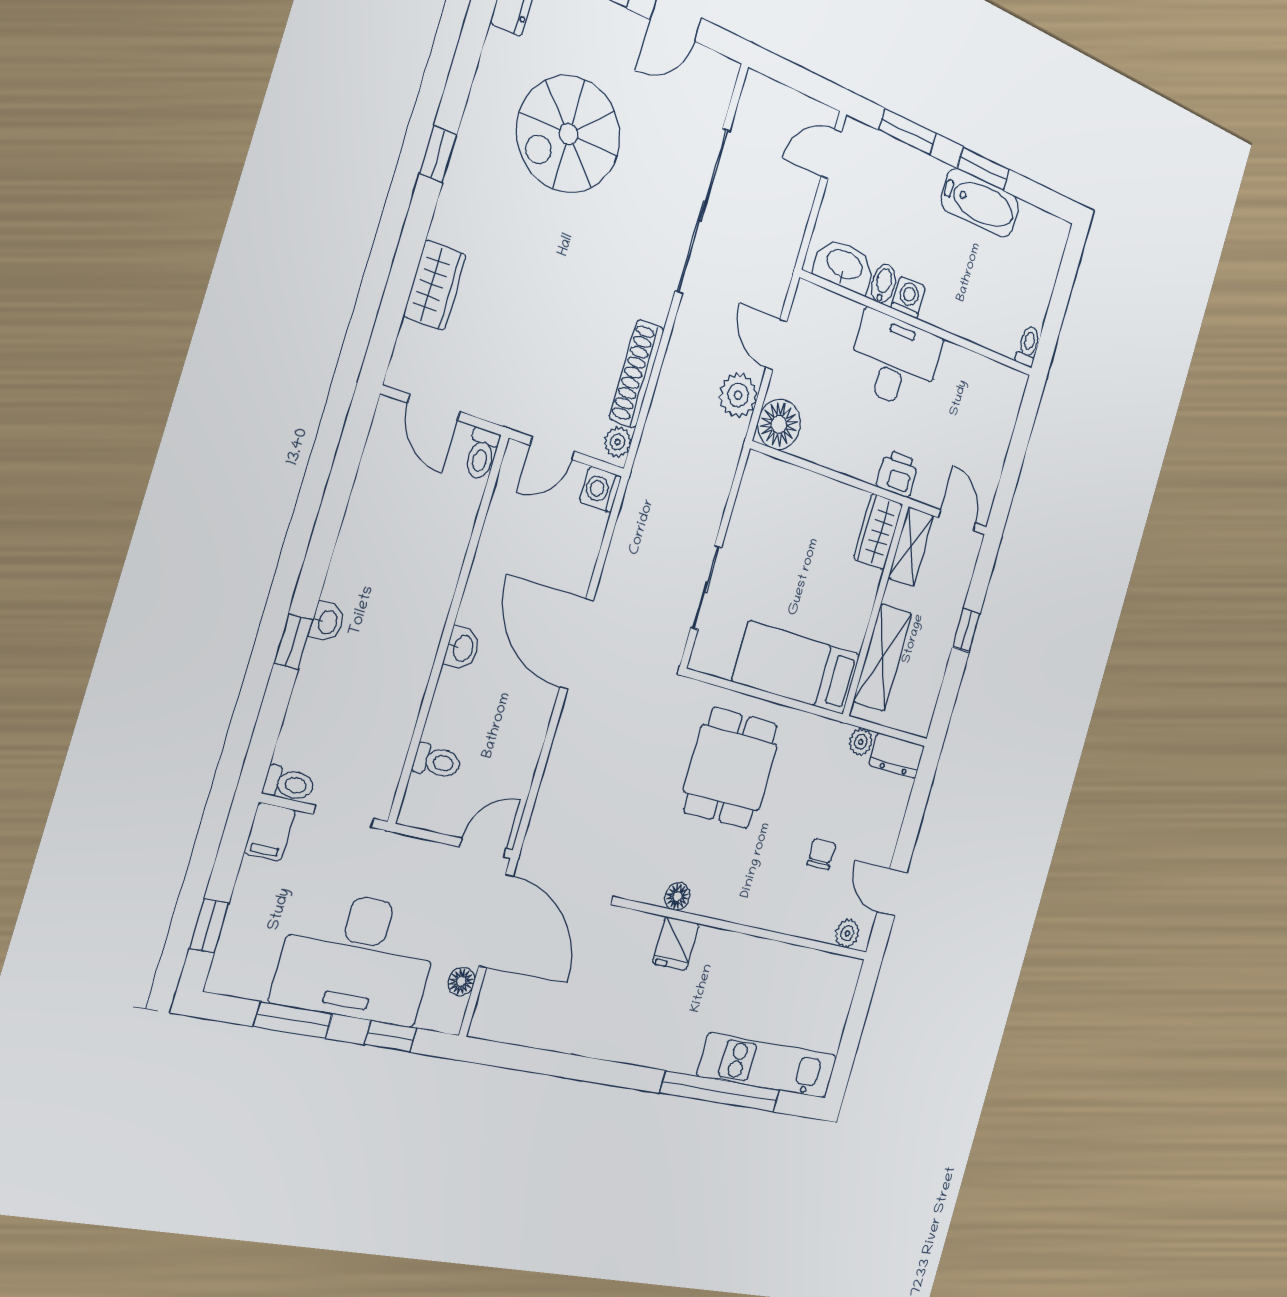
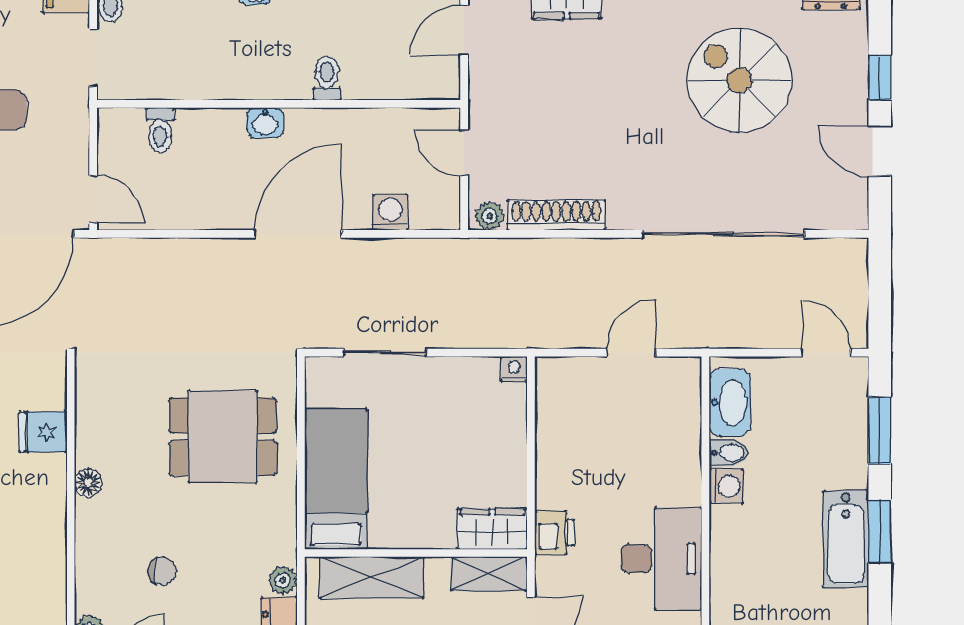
desk: (895, 360) -> (661, 558), moved
plant: (738, 395) -> (572, 327), removed
floor lamp: (779, 424) -> (559, 381), removed
toilet: (481, 454) -> (327, 78), moved, turned 90
nightstand: (757, 465) -> (514, 369), added
washing machine: (600, 489) -> (390, 212), moved
floor lamp: (678, 896) -> (88, 483), moved

